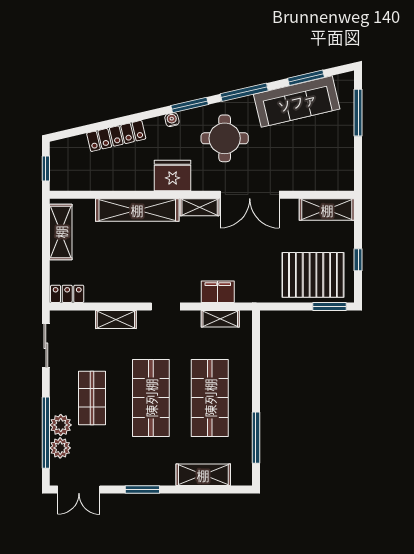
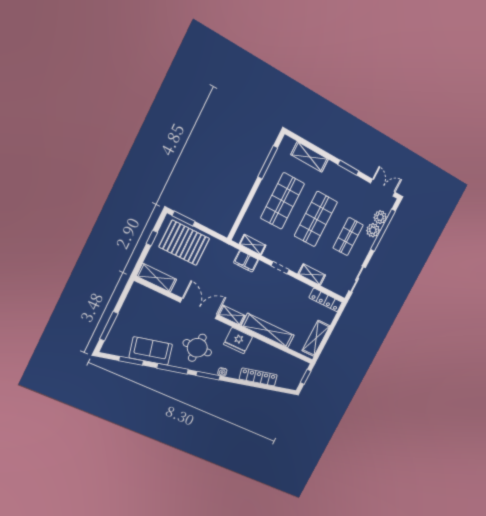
sofa: (297, 102) -> (151, 351), width x0.73
locker: (67, 294) -> (326, 300), width x1.53

